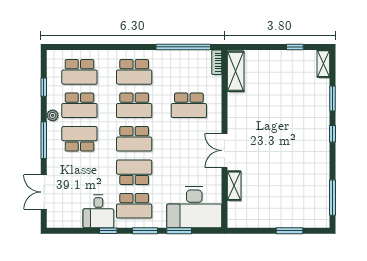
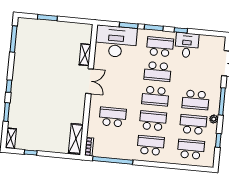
school desk: (134, 139) -> (155, 96), turned 180

